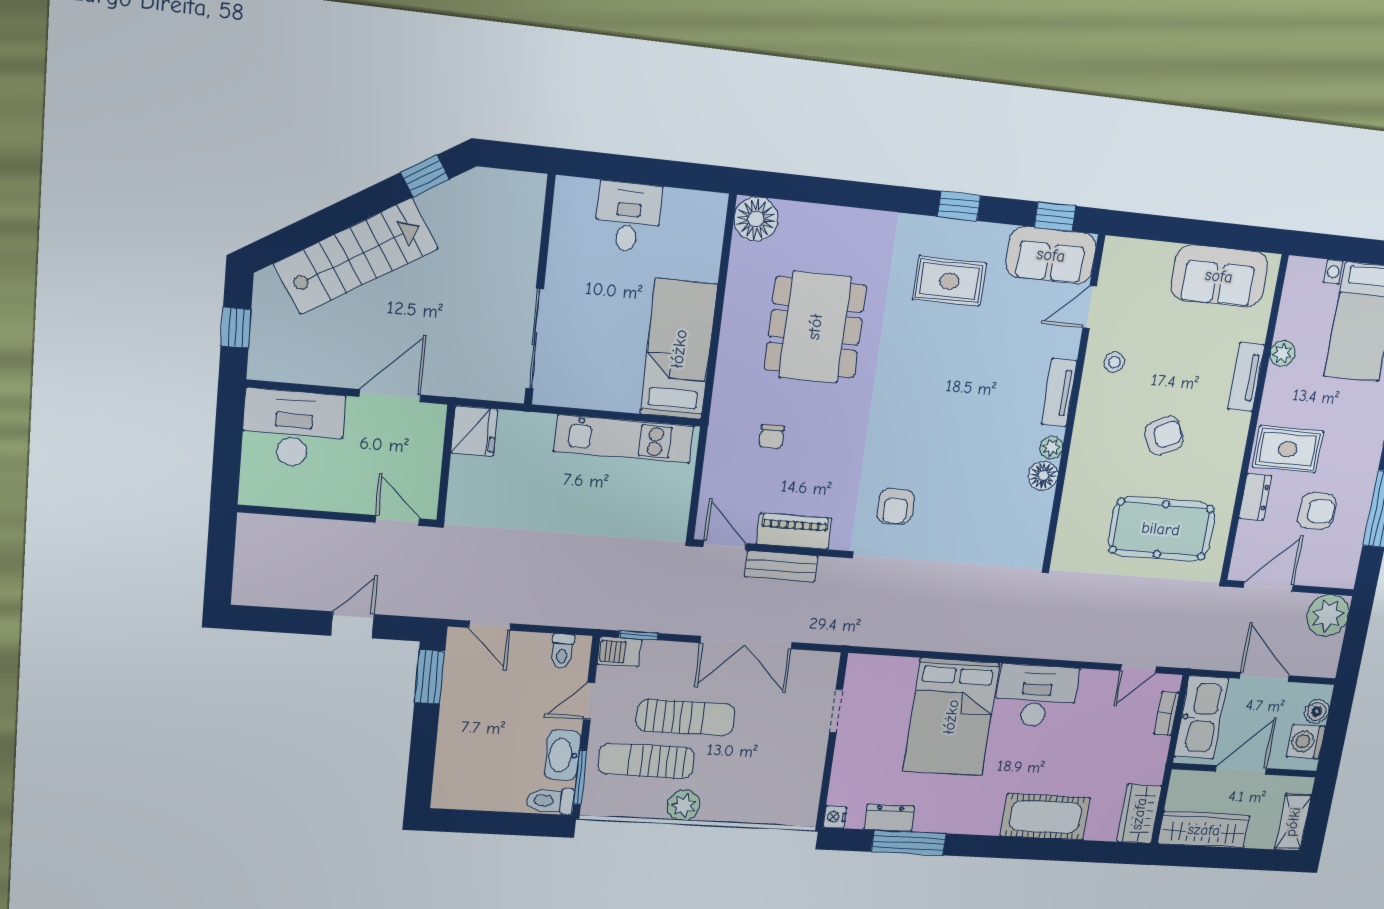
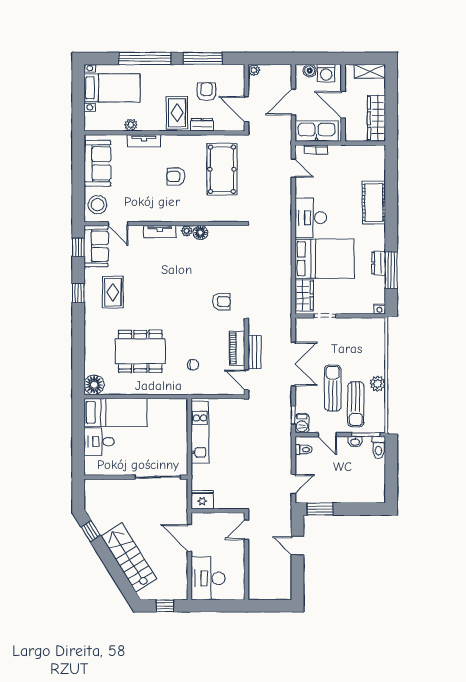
bed: (679, 349) -> (115, 412), moved, turned 180
stool: (1114, 362) -> (98, 205), moved, width x1.89, depth x1.89
armchair: (1164, 436) -> (176, 176), turned -64
door: (725, 545) -> (246, 380), hinge flipped
plant: (1328, 615) -> (254, 70), width x0.53, depth x0.53
washbasin: (563, 755) -> (355, 442), width x0.52, depth x0.69
wardrobe: (1139, 814) -> (304, 295), moved, turned -90
dresser: (889, 818) -> (379, 263), moved

